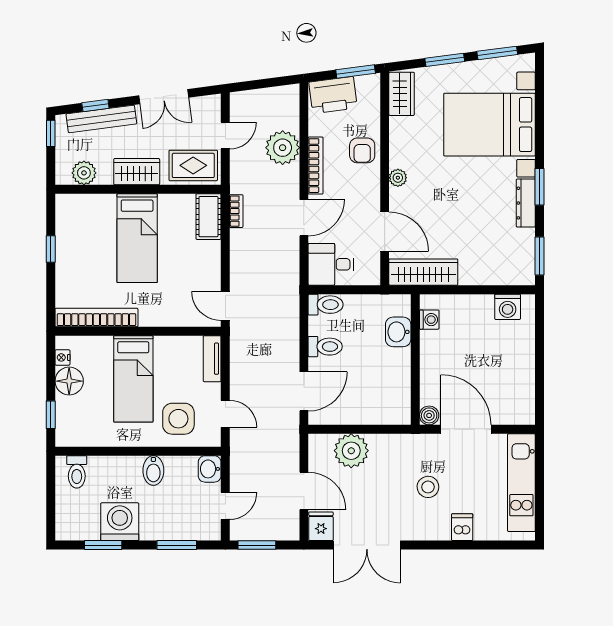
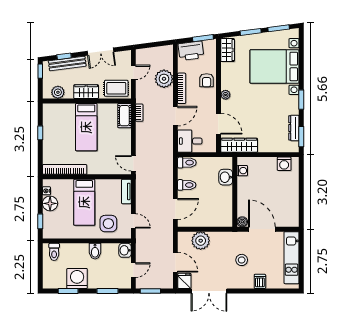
dresser: (526, 203) -> (294, 128), moved

